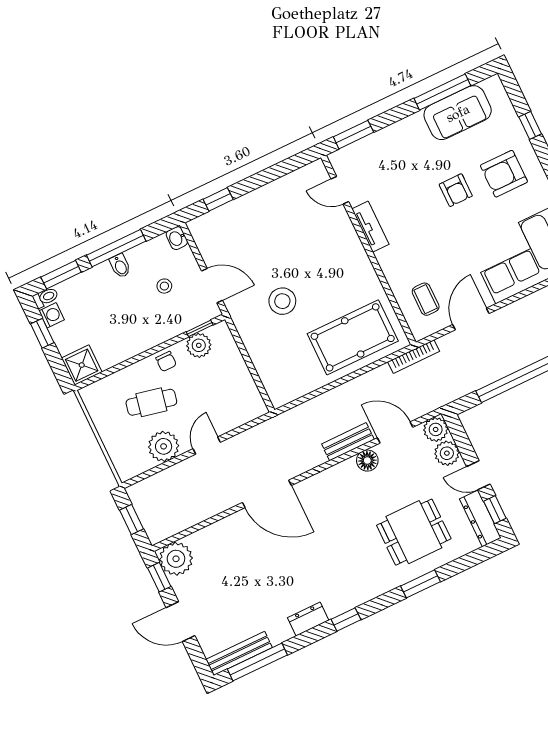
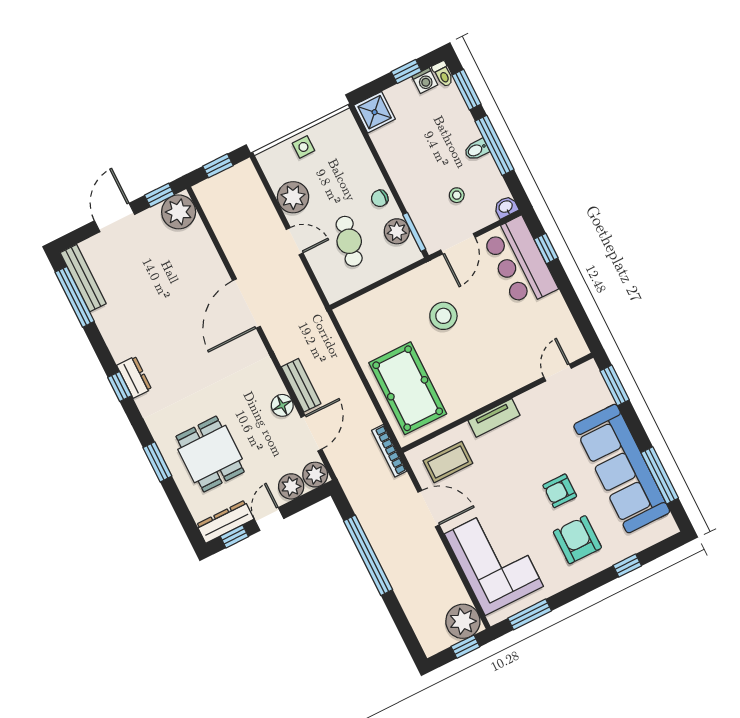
sofa: (458, 113) -> (622, 469), width x1.85, depth x1.27
bar counter: (231, 225) -> (520, 262), added
tv unit: (370, 227) -> (494, 418), moved
coffee table: (426, 299) -> (448, 462), width x1.36, depth x1.30
window: (200, 328) -> (414, 232), width x1.50
cafe table: (151, 402) -> (349, 241), moved
side table: (114, 435) -> (303, 147), added
dresser: (308, 619) -> (134, 377), moved

